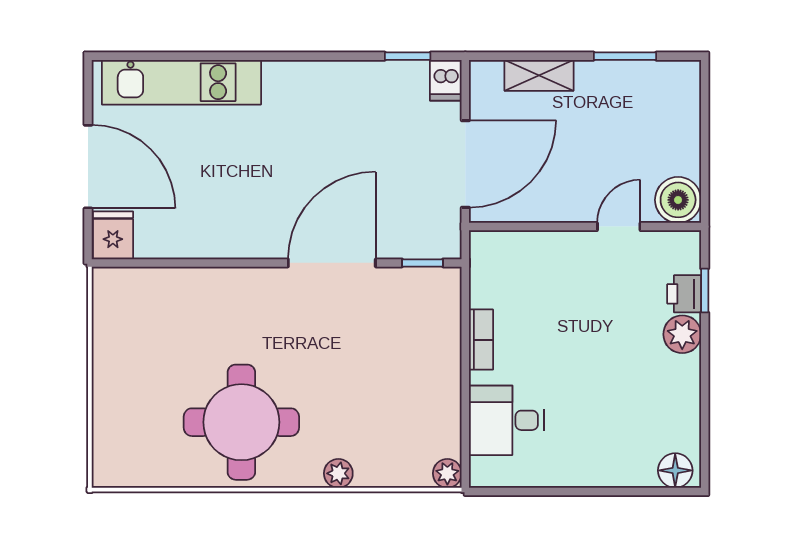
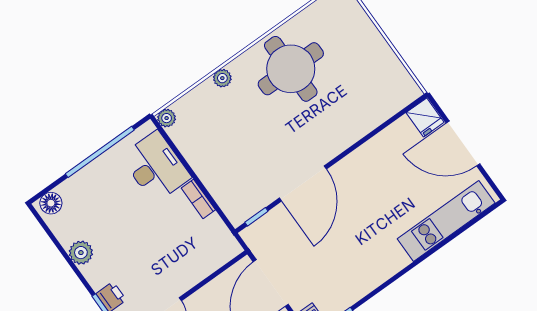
plant: (682, 334) -> (81, 253), moved
desk: (506, 420) -> (156, 167), width x1.37
window: (565, 491) -> (100, 152), added

